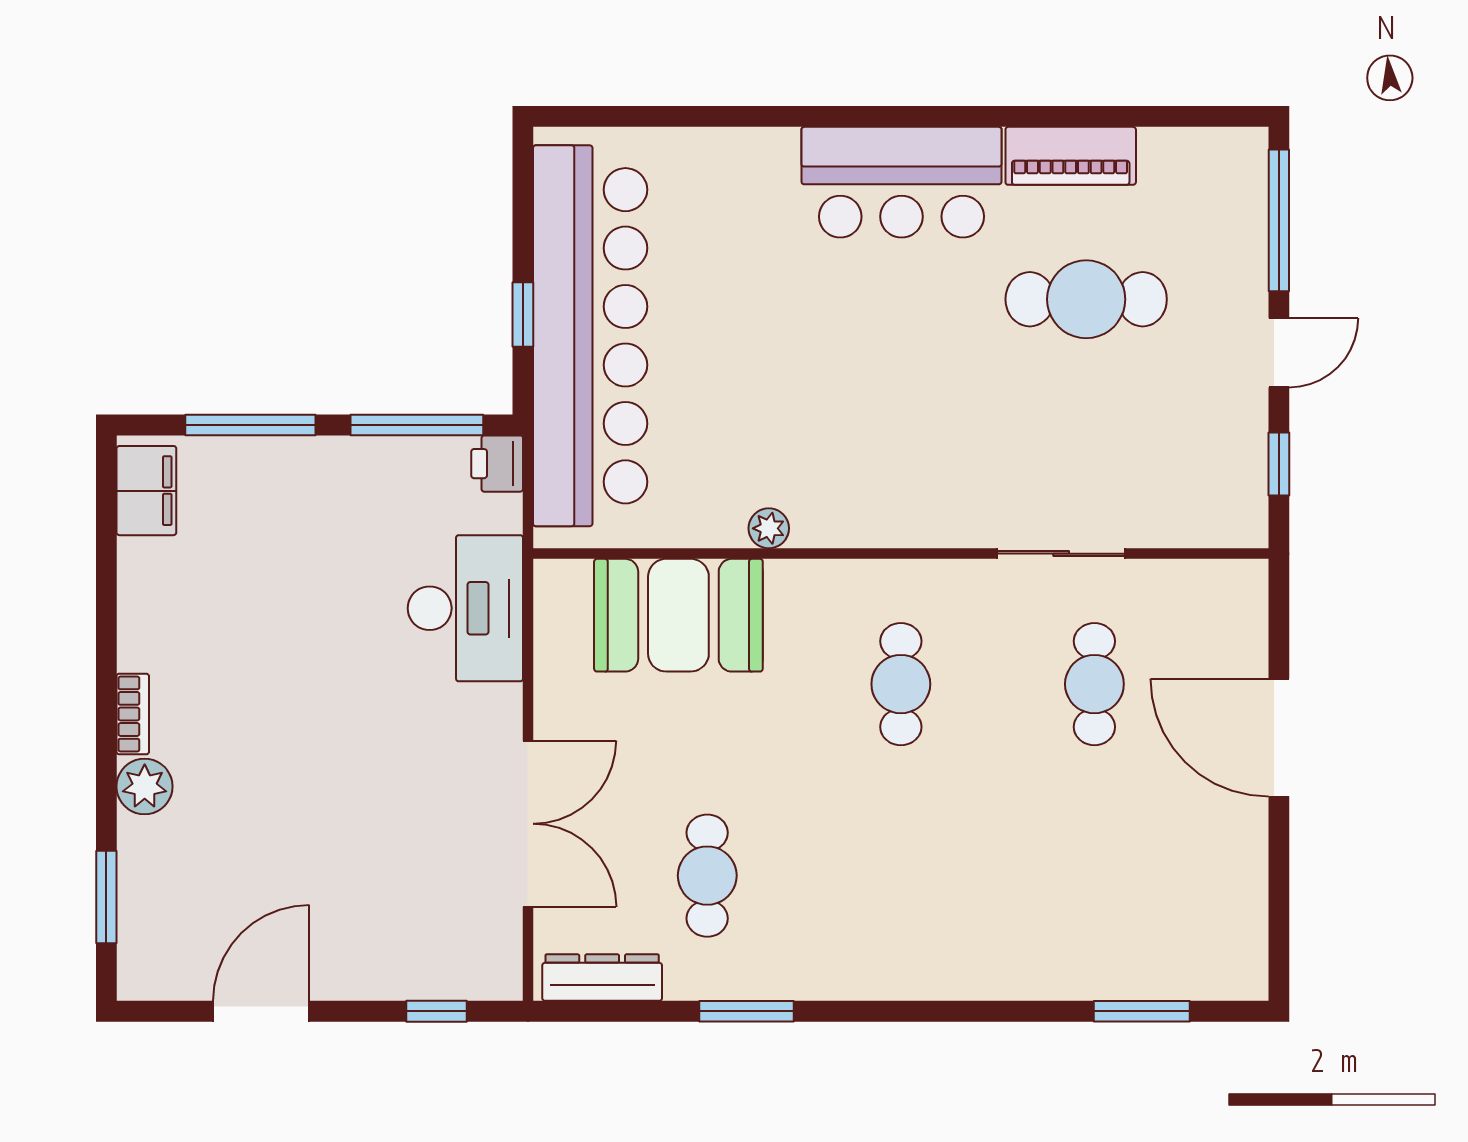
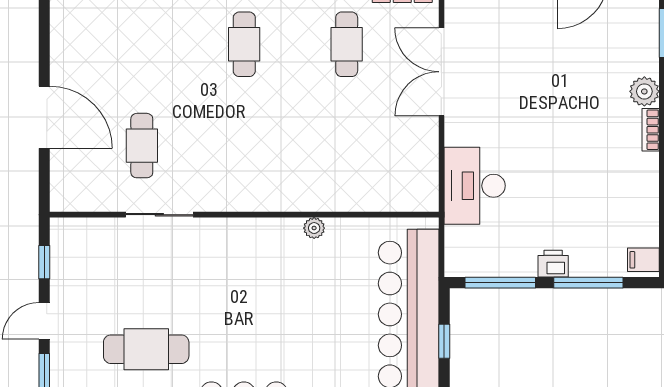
printer: (497, 464) -> (553, 264), moved, turned -90
filing cabinet: (146, 491) -> (643, 260), width x0.50
booth: (678, 615) -> (362, 182), removed
cafe table: (901, 684) -> (244, 44), moved

